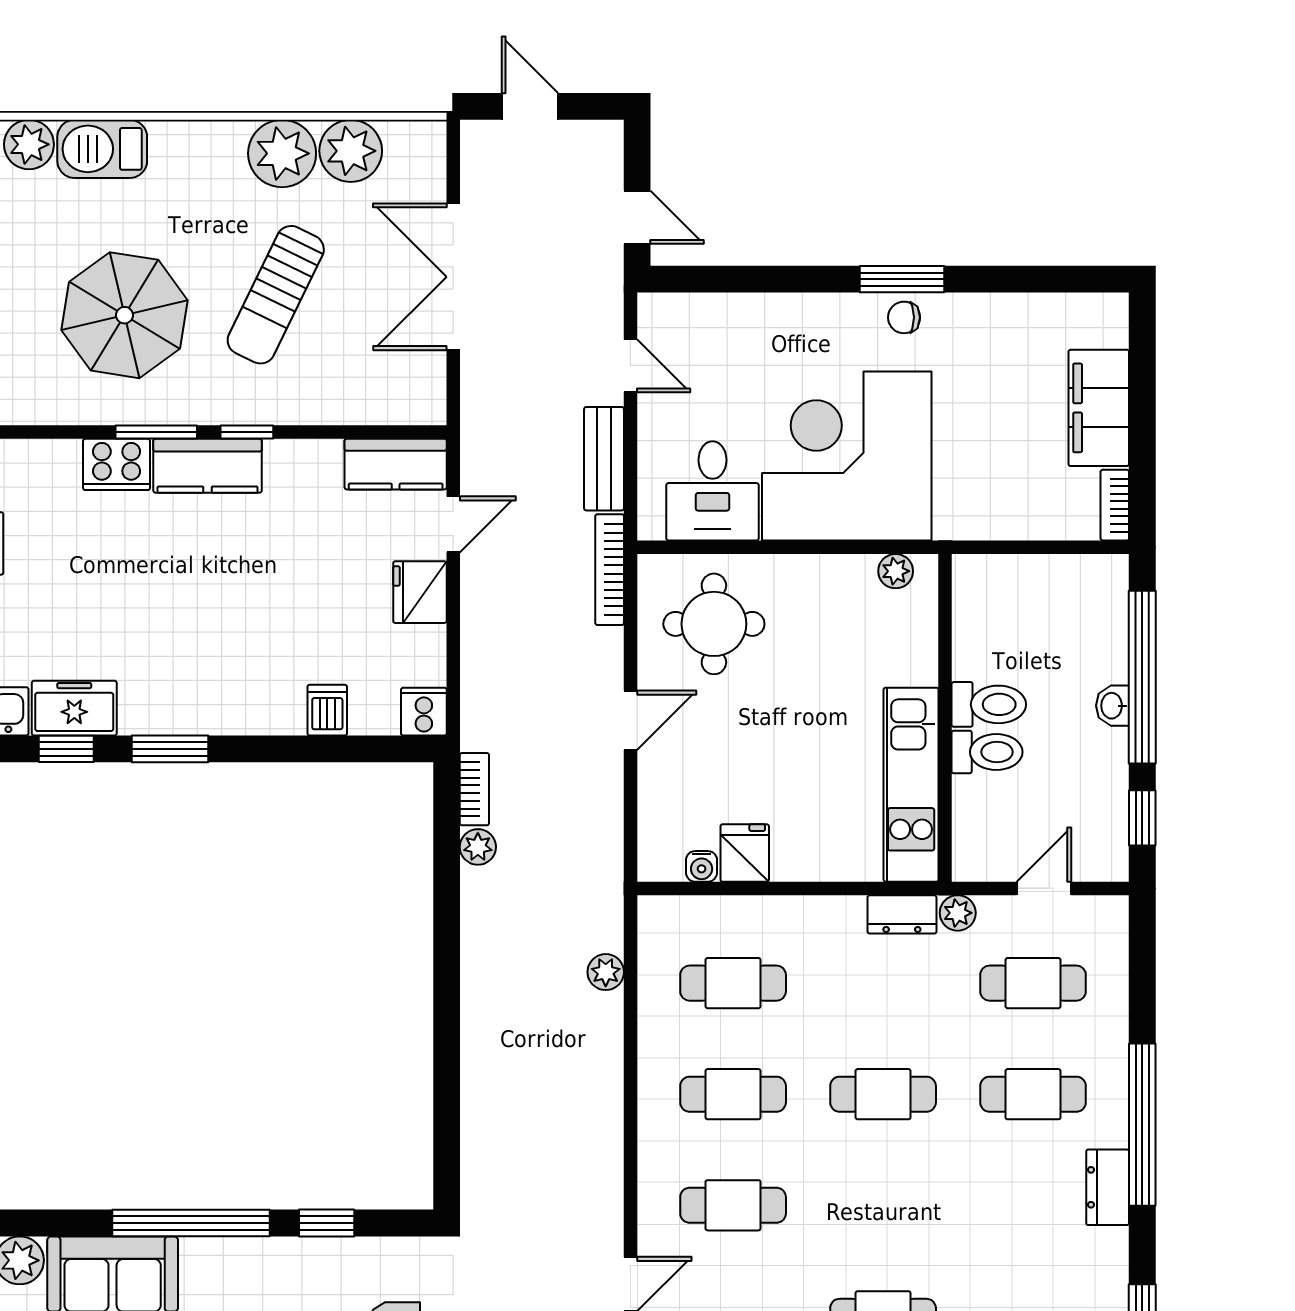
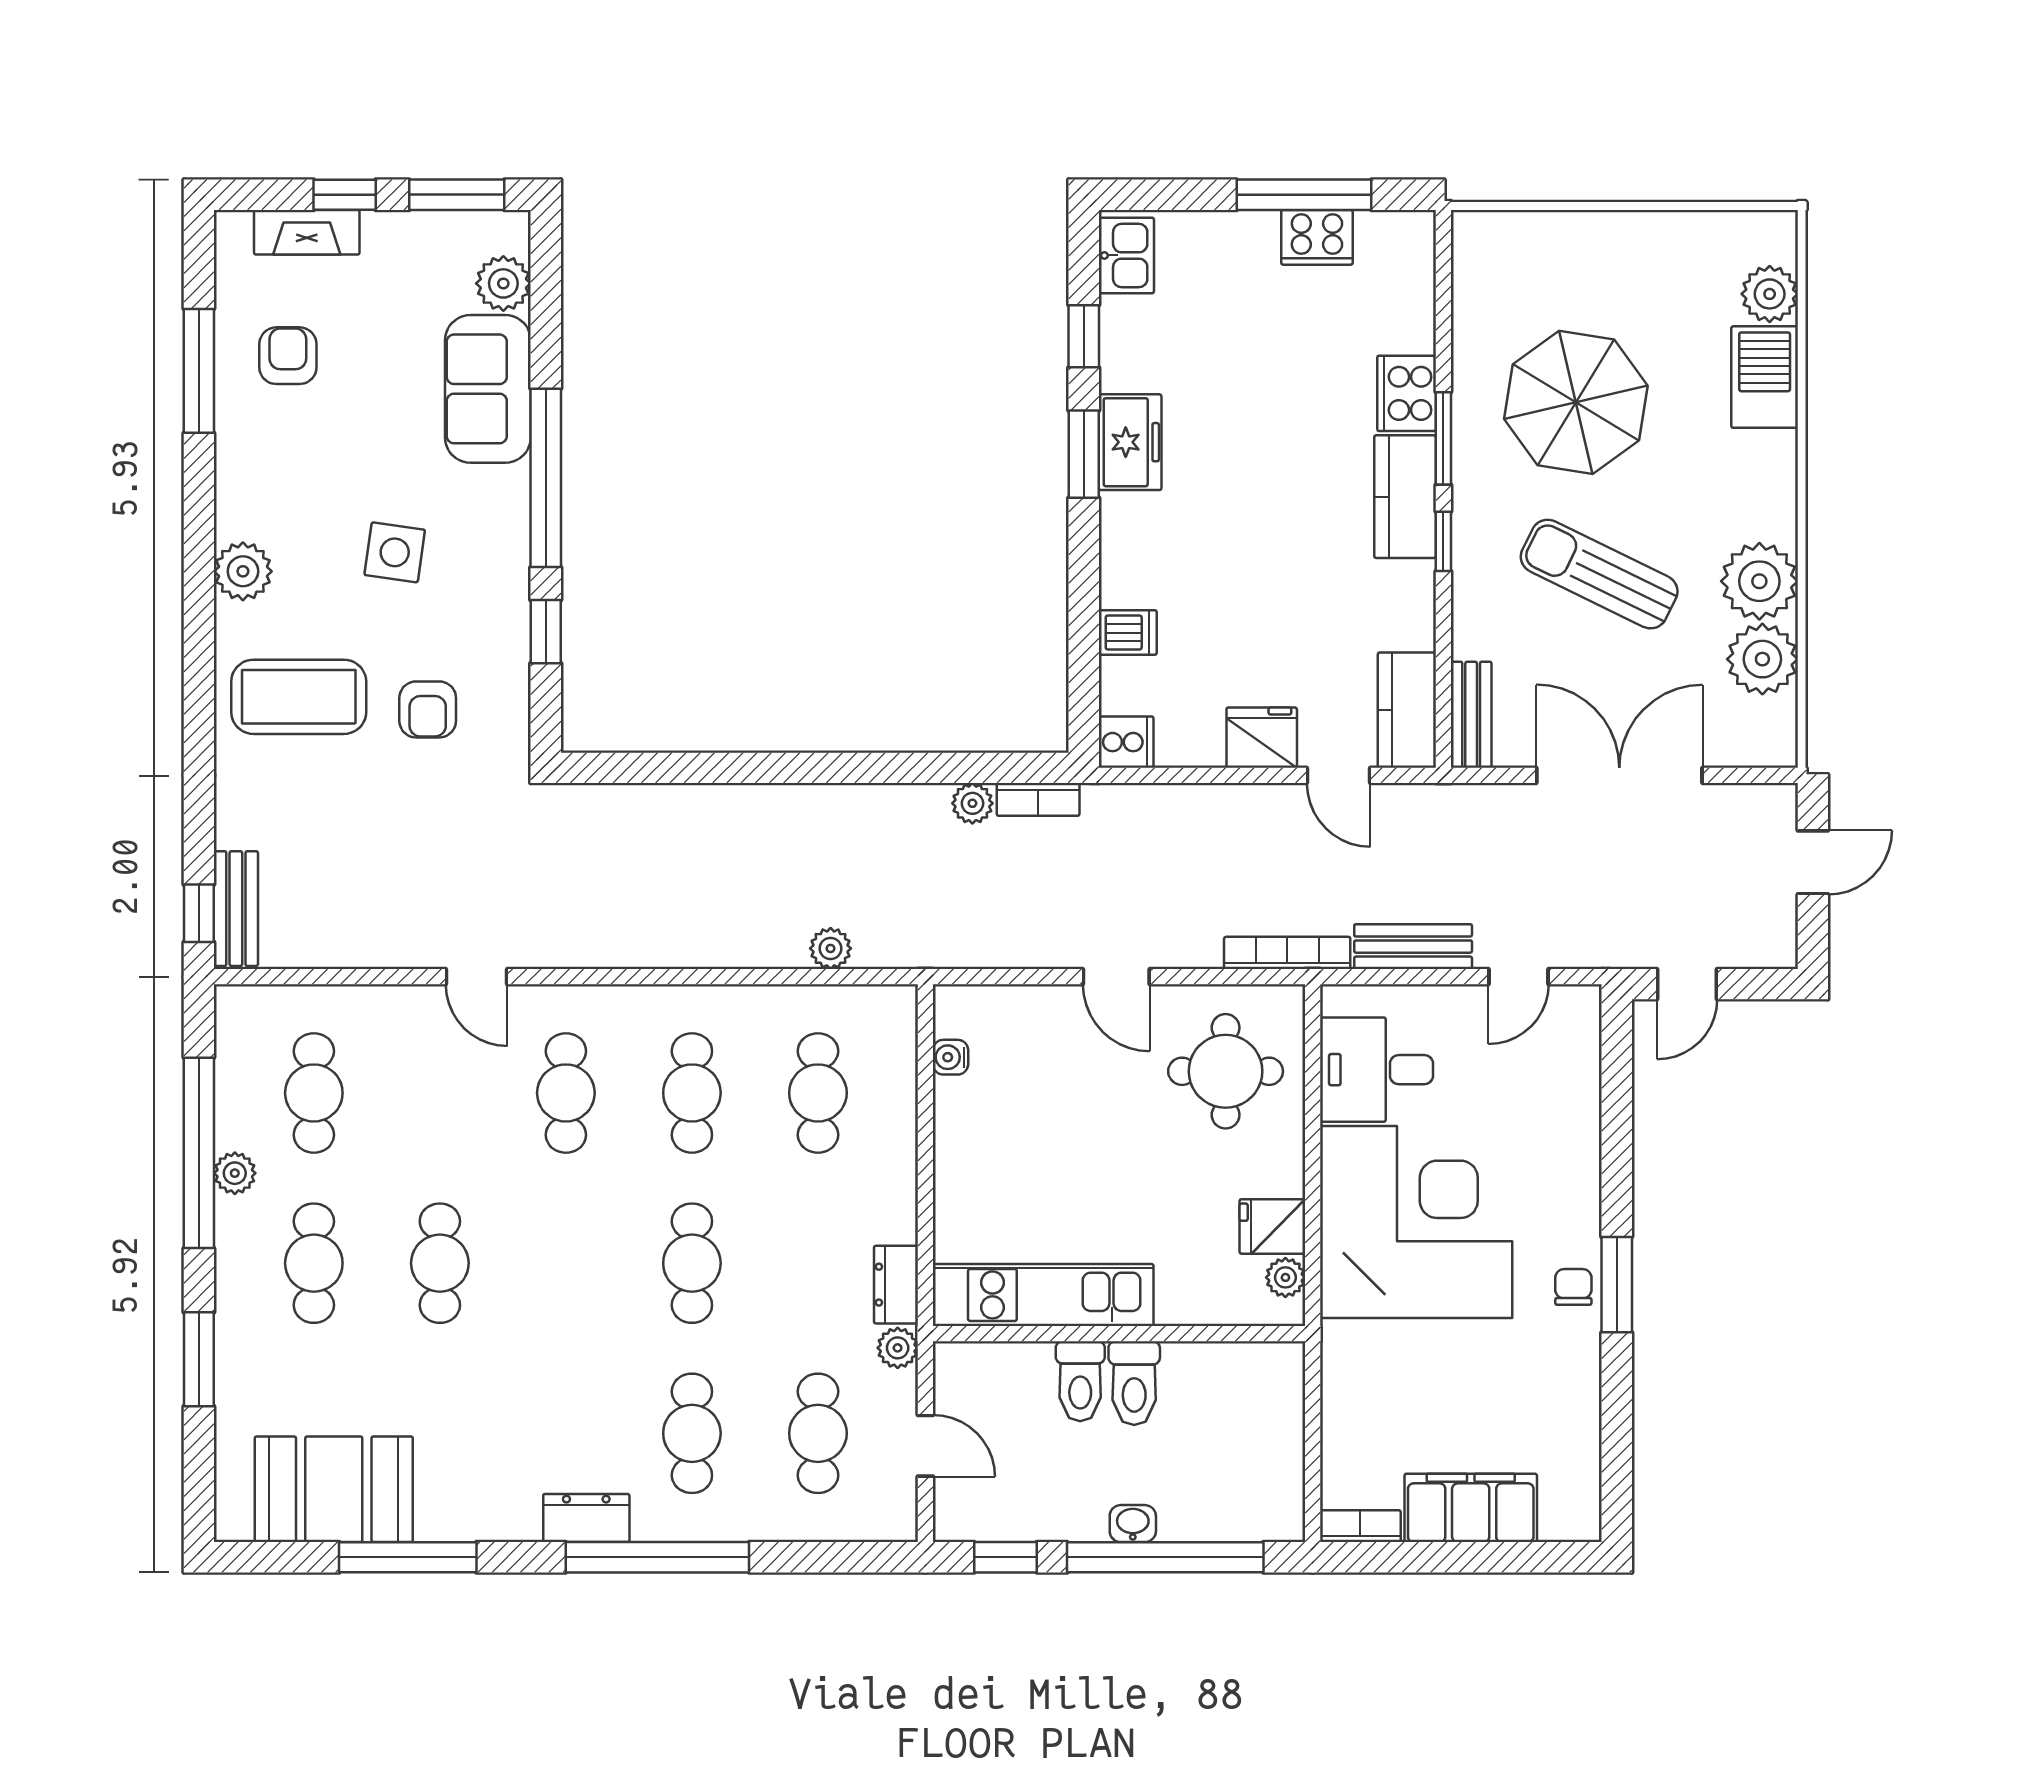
bench: (400, 407) -> (1471, 715), added
freezer: (74, 708) -> (1130, 442), moved
fridge: (745, 853) -> (1272, 1226), moved, turned 180

